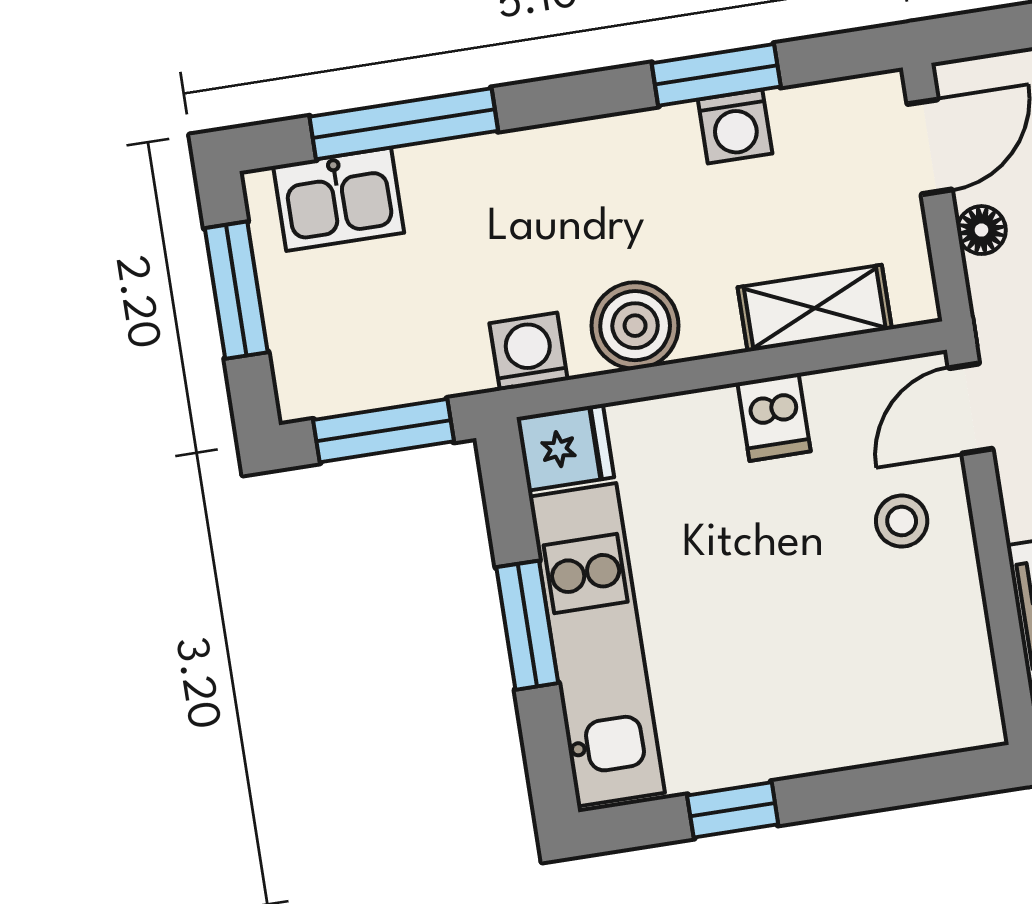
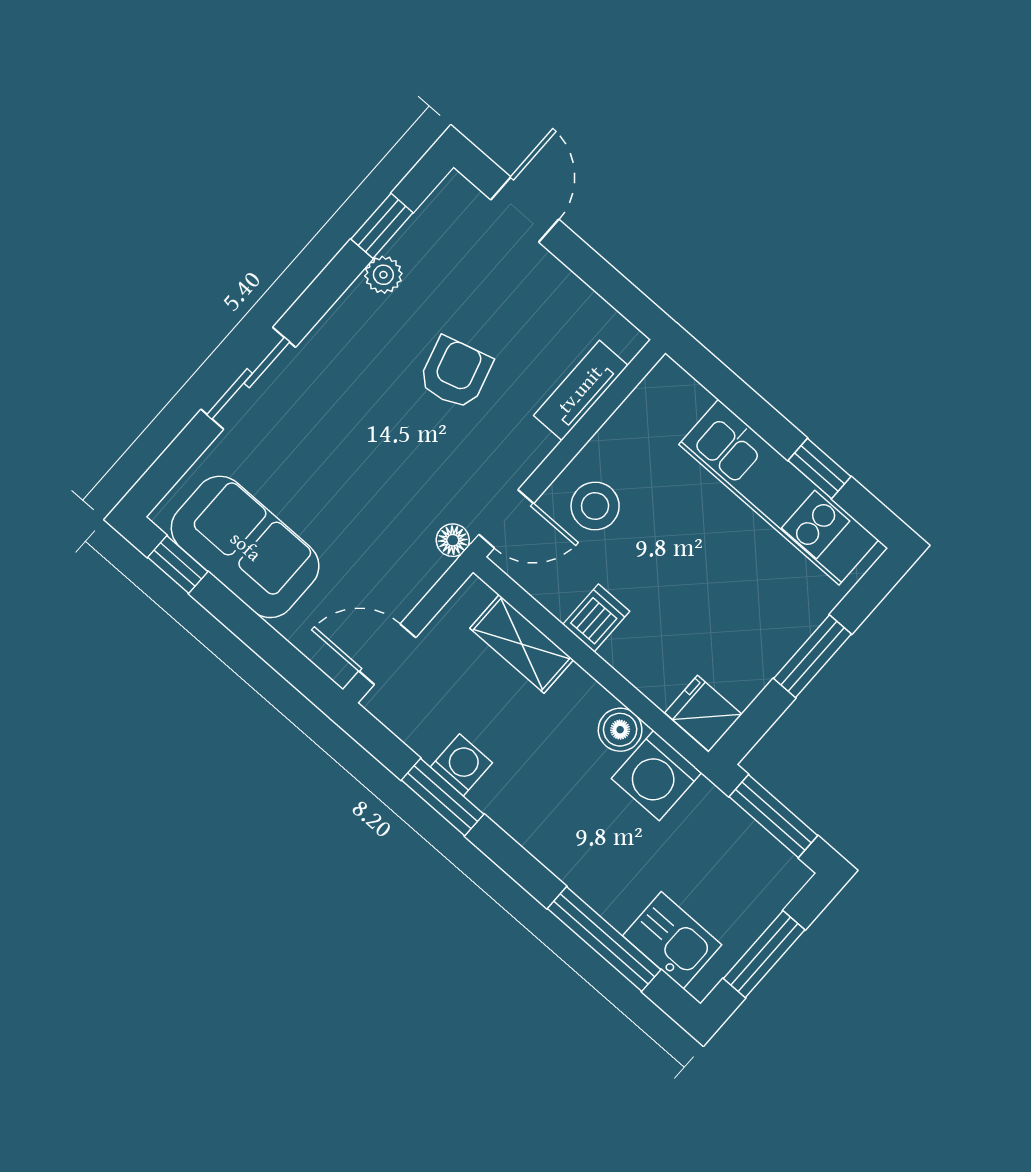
floor lamp: (981, 230) -> (453, 540), moved
boiler: (635, 326) -> (620, 730), width x0.73, depth x0.73
washing machine: (529, 352) -> (657, 776), width x1.38, depth x1.38
stool: (902, 521) -> (595, 506), width x1.37, depth x1.37
kitchen unit: (597, 645) -> (779, 492), moved, turned -90

